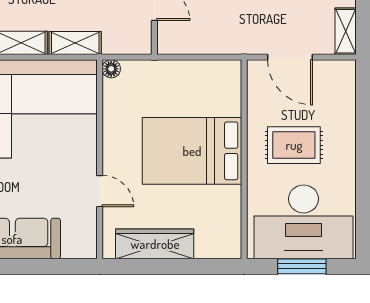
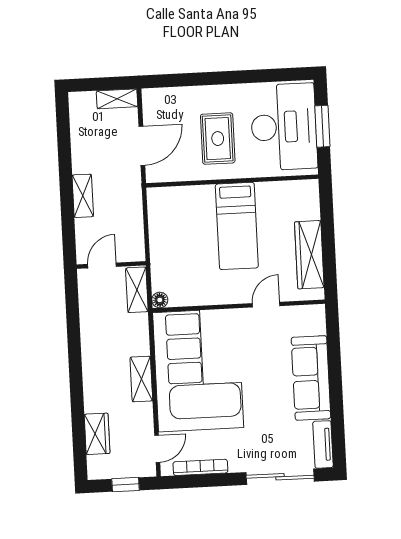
shelving: (75, 43) -> (137, 290), moved
bed: (192, 151) -> (237, 226), width x0.67

